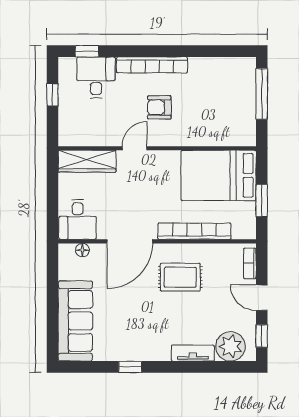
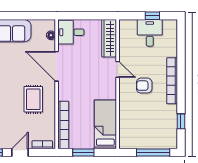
window: (87, 51) -> (181, 121), moved
desk: (96, 77) -> (150, 33), moved, turned -90
armchair: (159, 107) -> (144, 86), turned -90
bed: (219, 175) -> (105, 124), width x0.67
bookcase: (194, 231) -> (63, 125), moved

